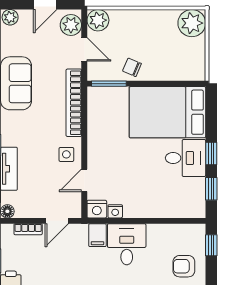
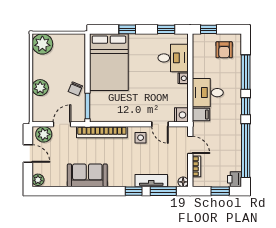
plant: (98, 20) -> (40, 88), moved
window: (211, 154) -> (127, 29), moved
desk: (185, 158) -> (173, 58), moved, turned 90
nightstand: (115, 211) -> (183, 78), moved

